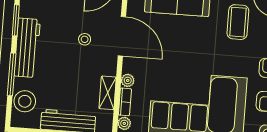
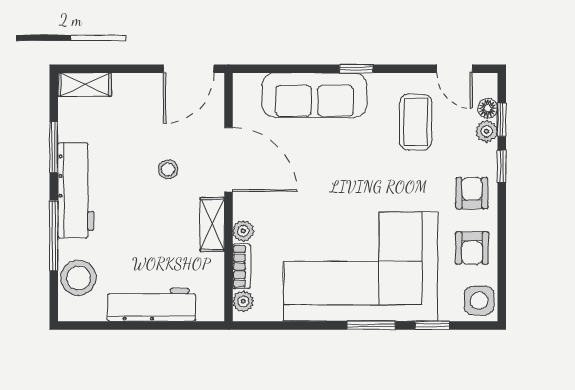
shelving: (108, 93) -> (212, 224), moved

